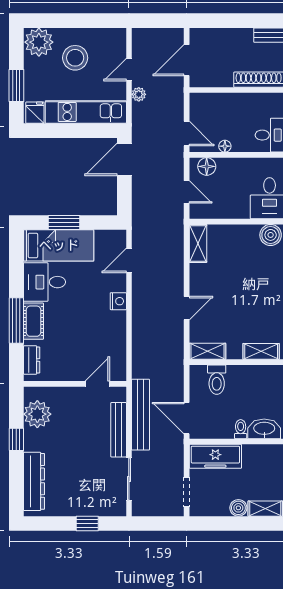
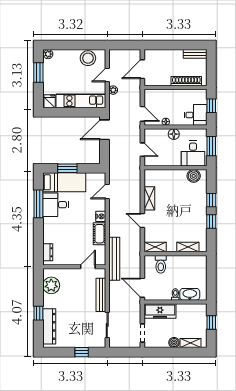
plant: (39, 42) -> (48, 54), width x0.53, depth x0.53
stool: (75, 58) -> (88, 58), moved
window: (16, 85) -> (38, 73), moved
floor lamp: (207, 166) -> (174, 134), moved
shelving: (198, 243) -> (149, 198), moved
door: (187, 308) -> (142, 221), swing flipped
window: (16, 320) -> (38, 204), moved
cot: (33, 321) -> (99, 234), moved
bench: (140, 415) -> (114, 259), moved
window: (16, 439) -> (38, 313), moved

